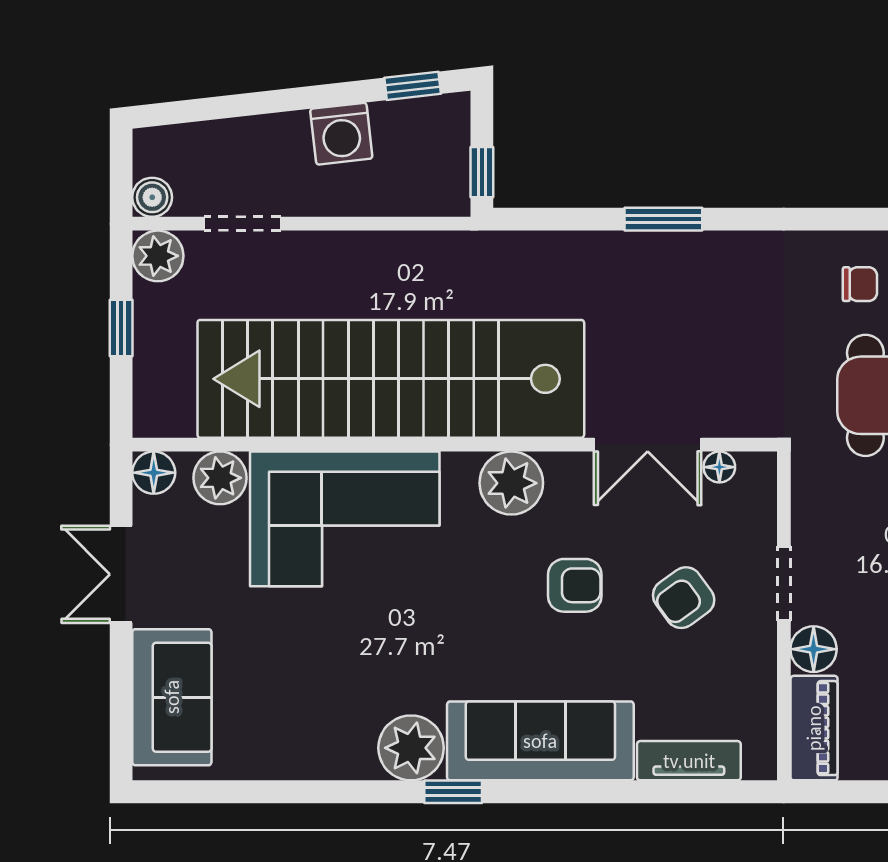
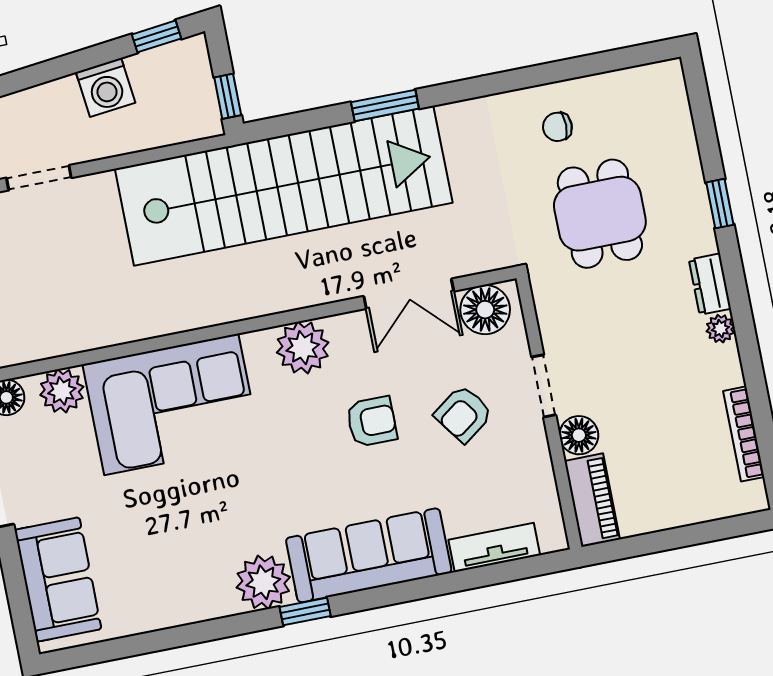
chair: (860, 284) -> (557, 127), turned 180
stairs: (391, 379) -> (284, 186), moved, turned 180
floor lamp: (719, 467) -> (485, 310), width x1.89, depth x1.89

